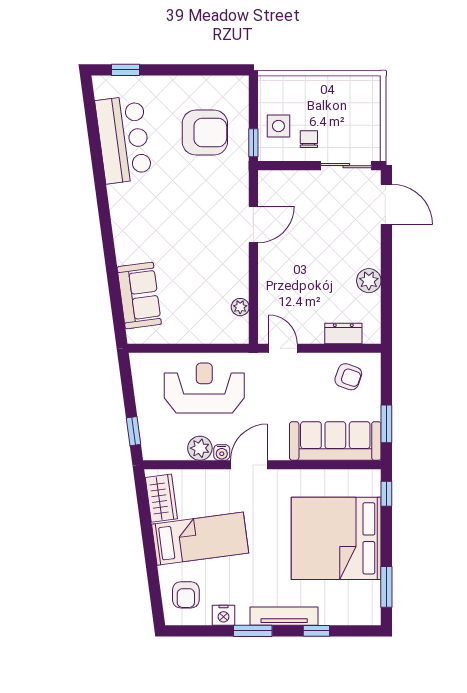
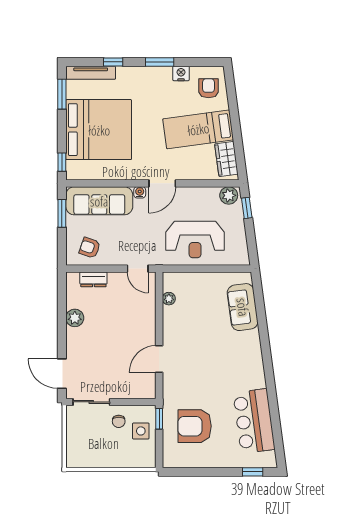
plant: (200, 448) -> (229, 195), moved
water cooler: (222, 452) -> (140, 192), moved
tv unit: (284, 616) -> (91, 73), moved

